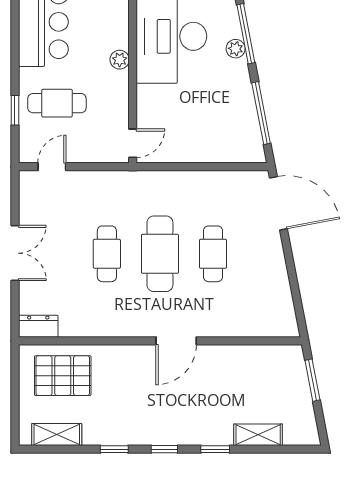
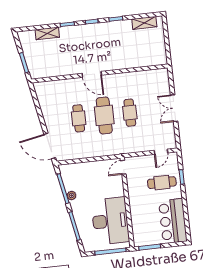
plant: (236, 49) -> (72, 195), moved
plant: (120, 60) -> (134, 207), removed
dresser: (38, 326) -> (159, 74), removed
door: (176, 341) -> (92, 74), swing flipped
pallet: (63, 376) -> (145, 52), removed

